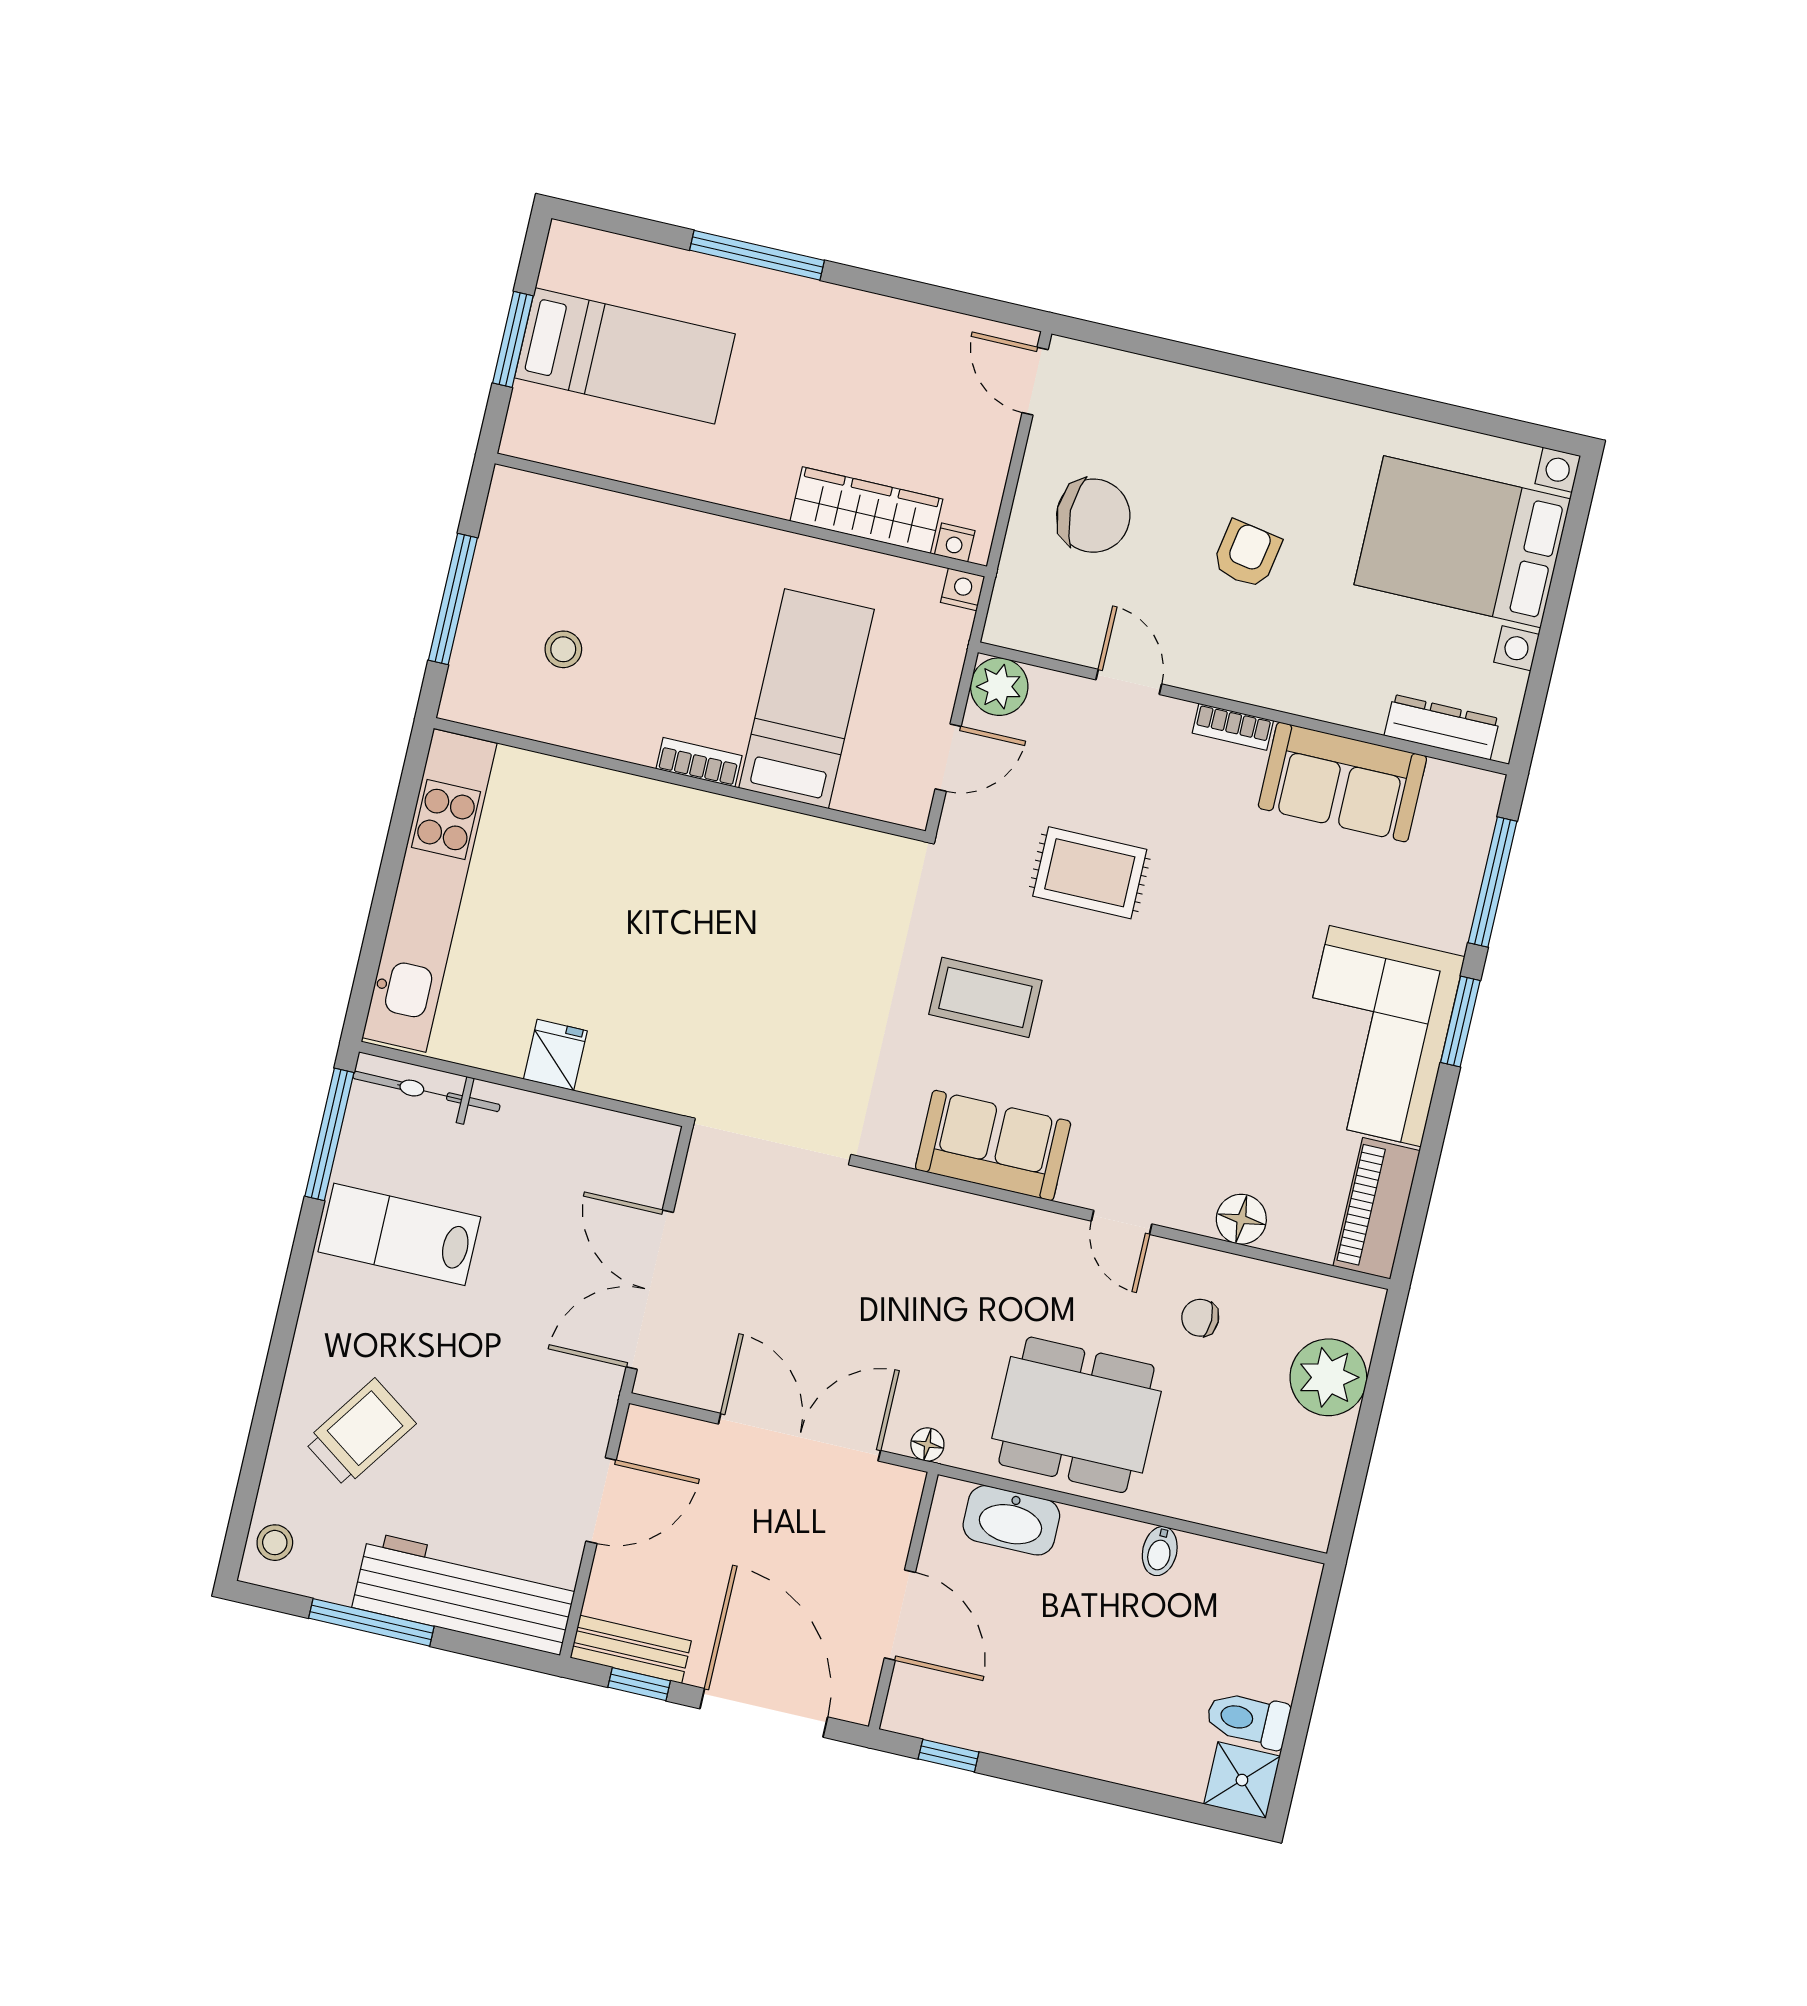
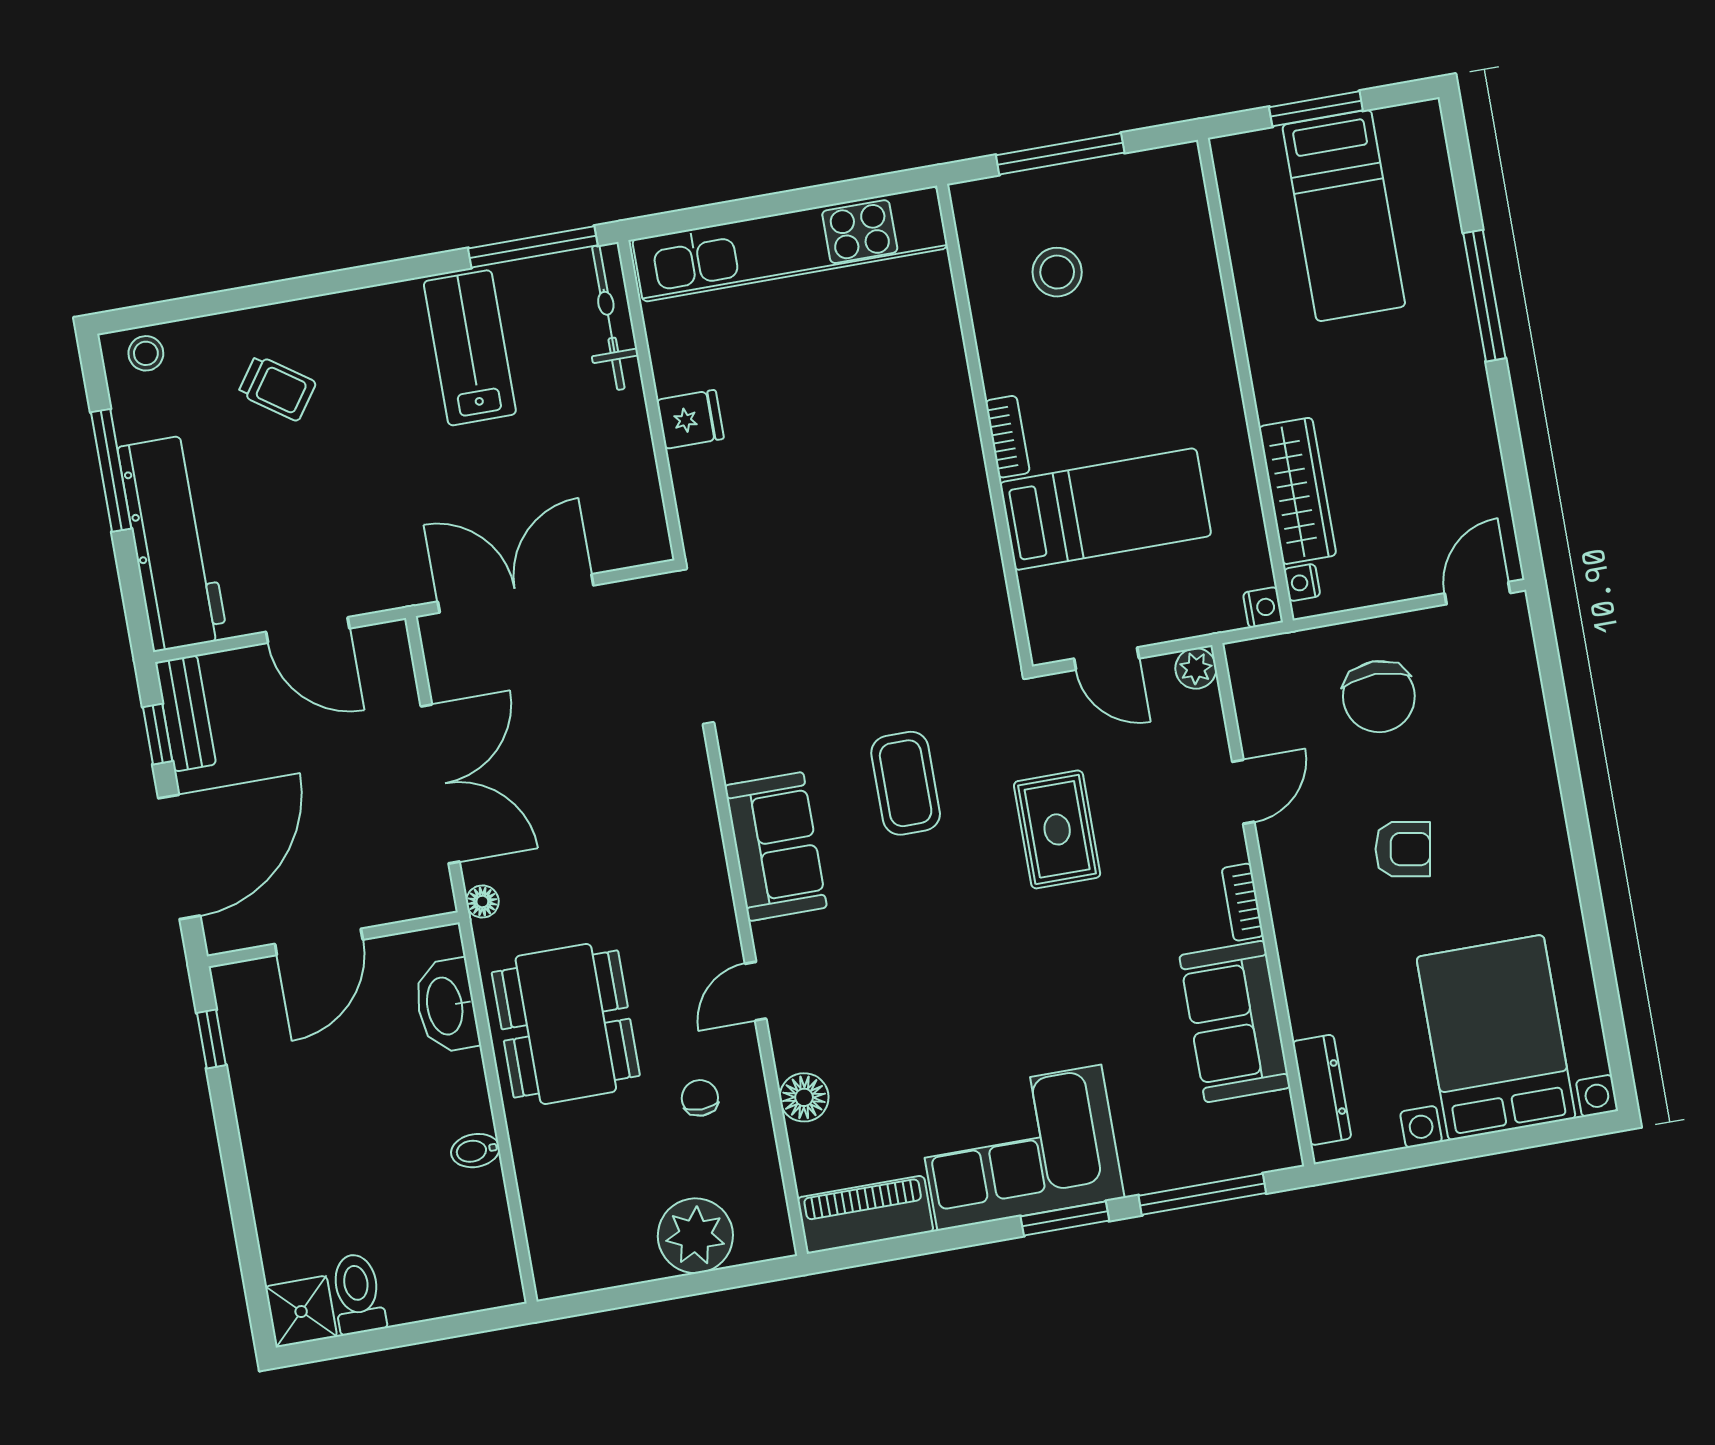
stool: (563, 649) -> (1057, 272), width x1.37, depth x1.37
plant: (999, 687) -> (1196, 668), width x0.73, depth x0.73
trolley: (360, 1433) -> (277, 388), width x0.73, depth x0.72

